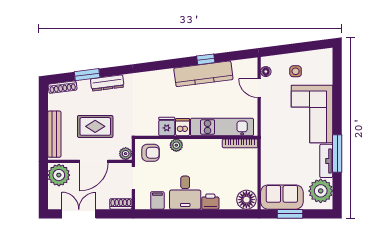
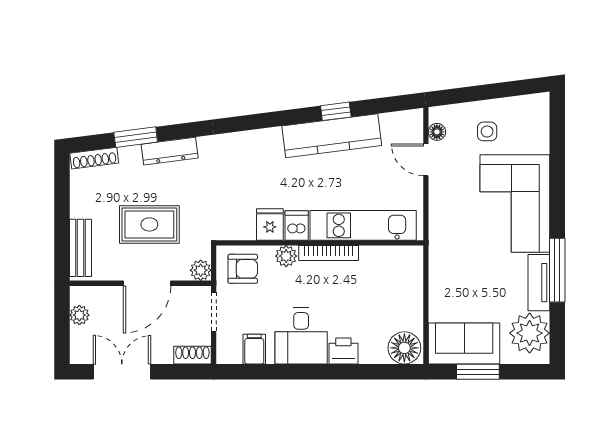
bench: (54, 134) -> (81, 248), width x0.73
bookcase: (240, 143) -> (329, 253), moved
plant: (59, 175) -> (79, 315), width x0.53, depth x0.53

